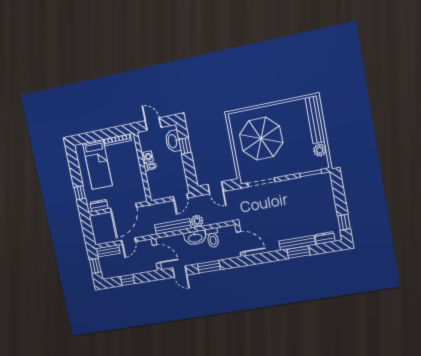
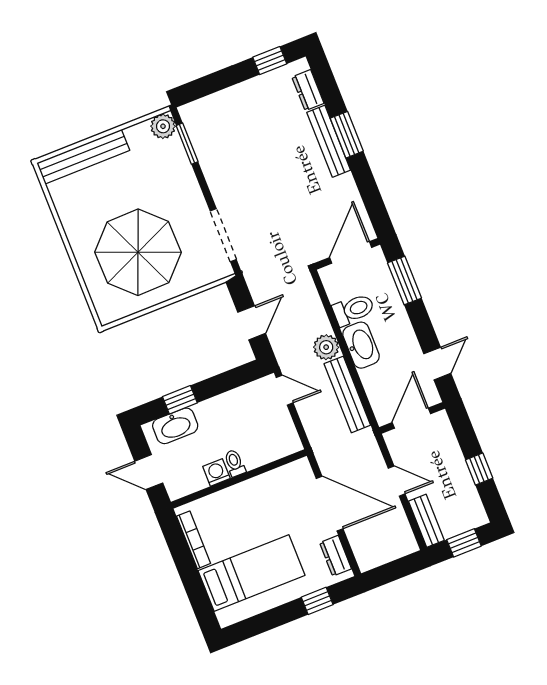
door: (153, 124) -> (149, 472), hinge flipped
plant: (320, 150) -> (163, 126), moved
window: (209, 267) -> (404, 281), moved

